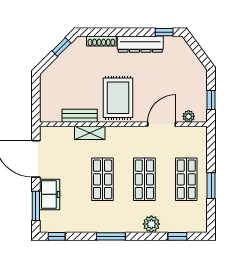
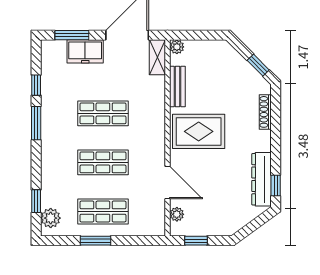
dresser: (140, 44) -> (262, 179), moved
plant: (46, 116) -> (177, 47), added
shelving: (90, 133) -> (157, 57), moved
plant: (151, 224) -> (51, 218), moved
window: (57, 236) -> (36, 85), moved

